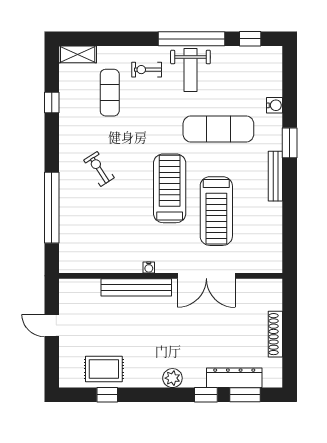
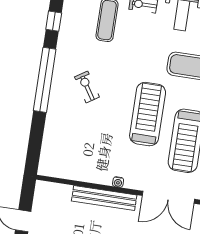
window: (52, 208) -> (45, 80), moved

